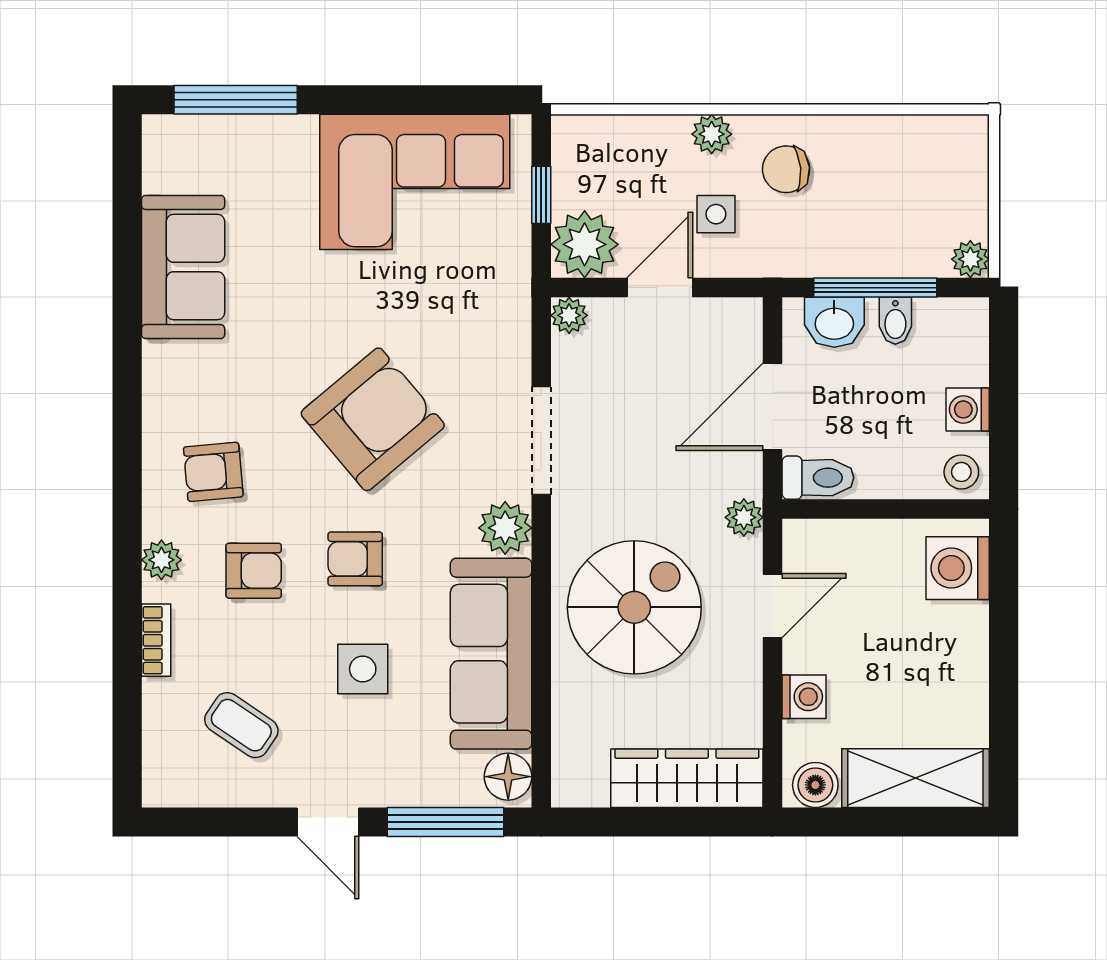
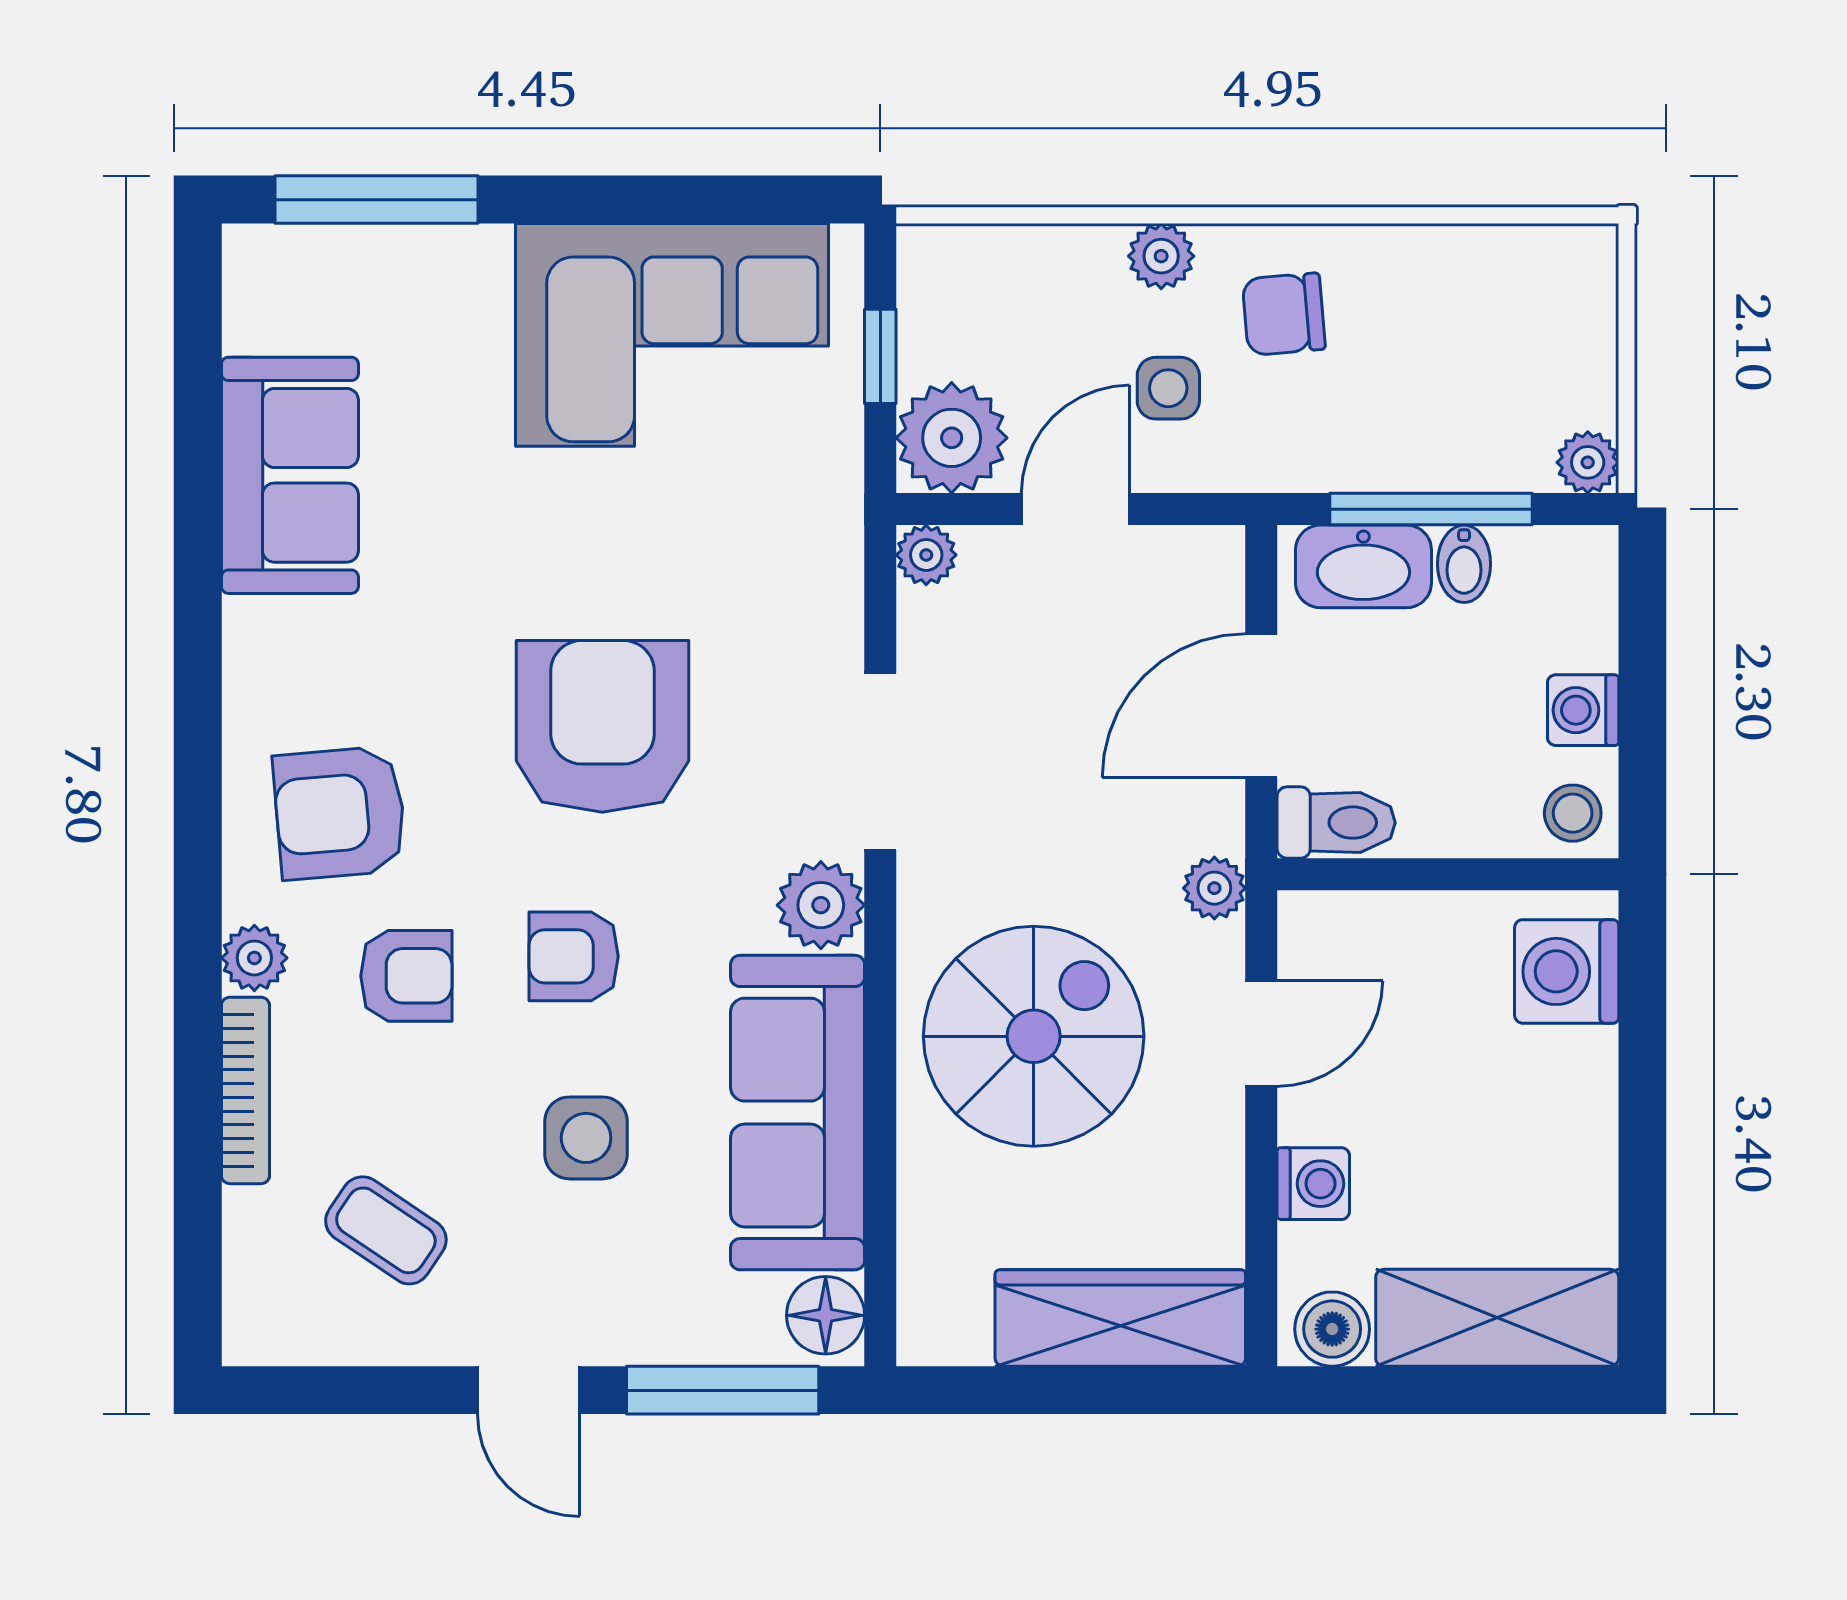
washbasin: (834, 322) -> (1363, 566), width x1.38
armchair: (373, 419) -> (602, 726), turned -50
armchair: (213, 472) -> (340, 813), width x1.38, depth x1.38
bookcase: (156, 640) -> (245, 1090), width x1.56

